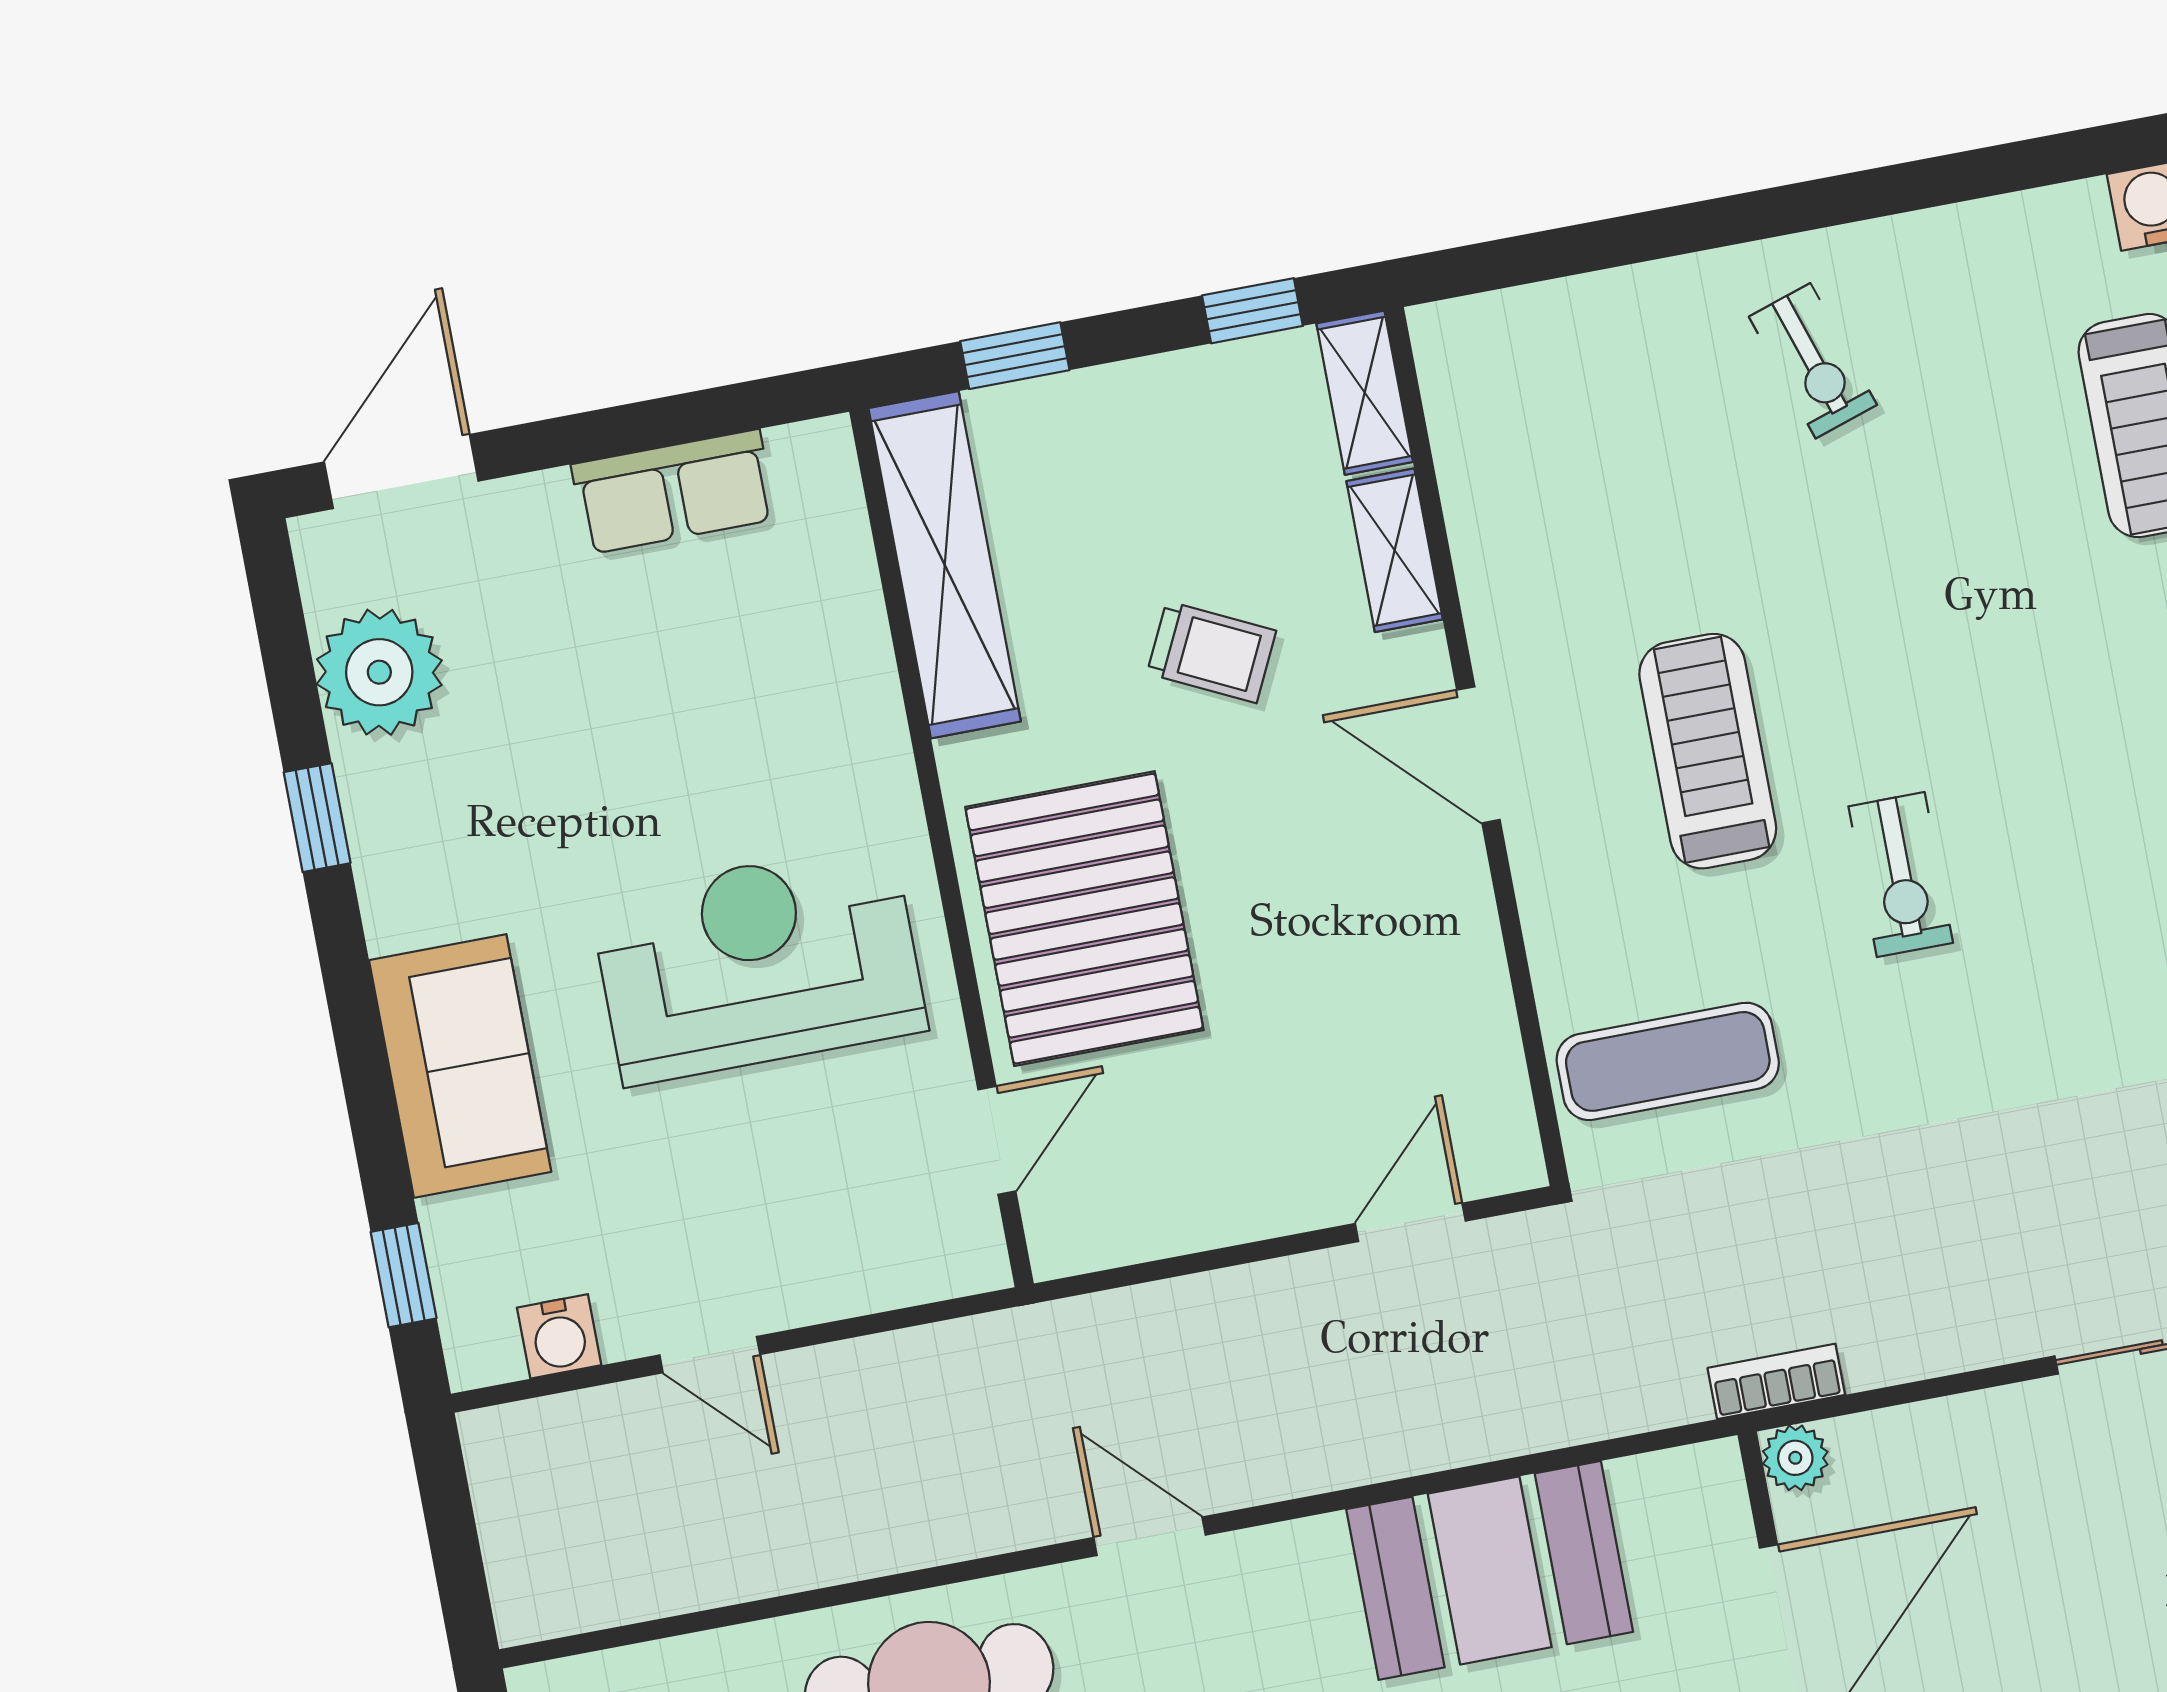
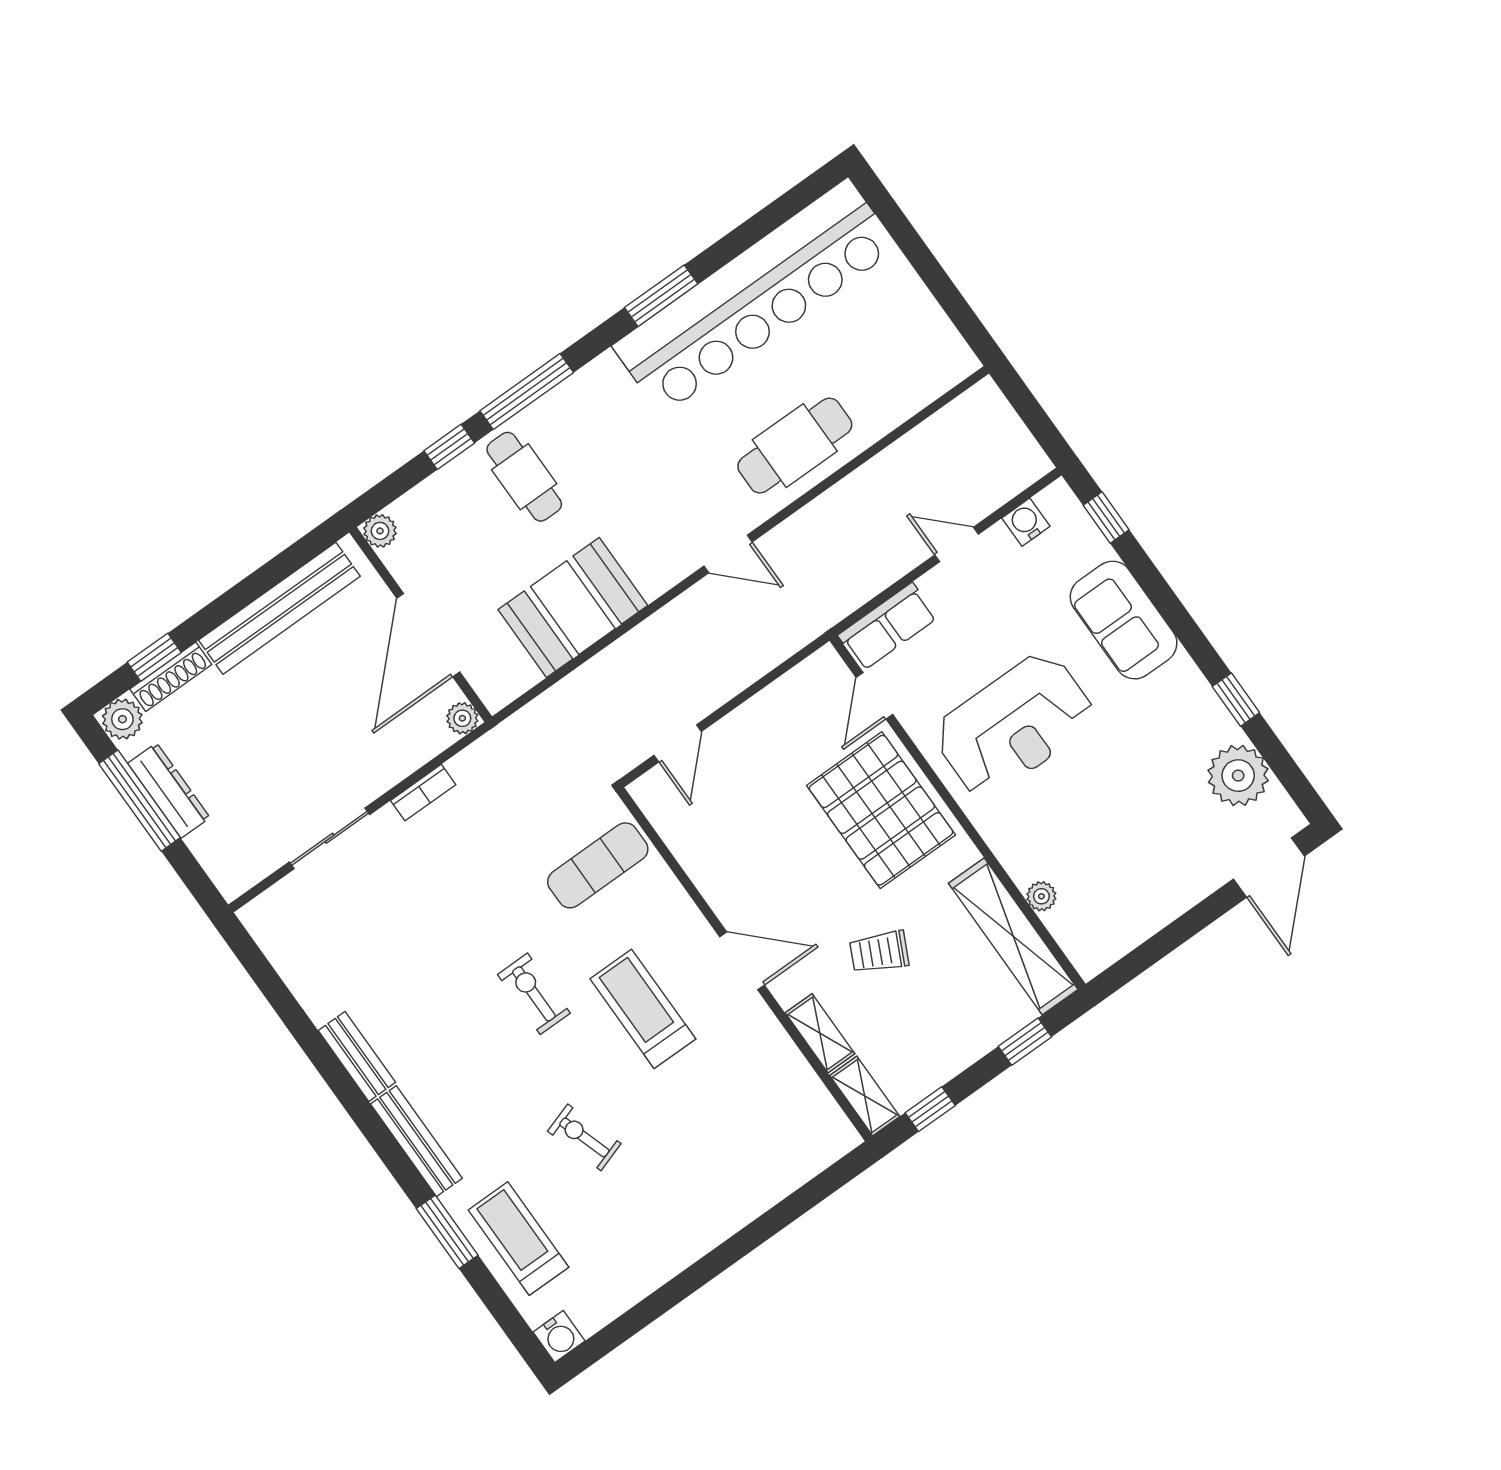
exercise bike: (1813, 361) -> (584, 1137), moved
row of seats: (674, 492) -> (888, 627), moved, turned 180
plant: (857, 616) -> (1041, 896), added
treadmill: (1708, 751) -> (643, 1009), turned 180
bookcase: (1776, 1381) -> (423, 793), moved

